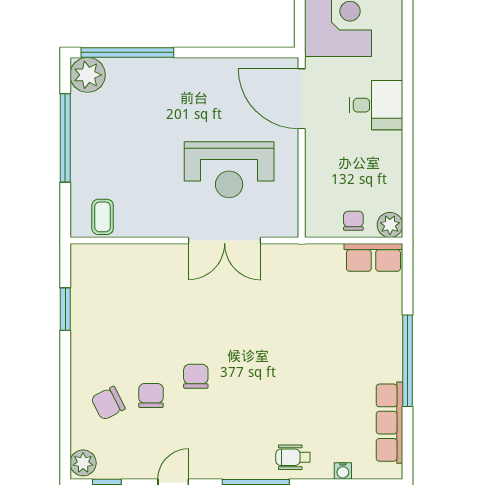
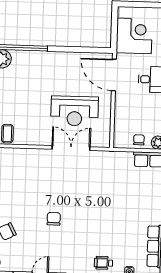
double door: (225, 241) -> (71, 148), swing flipped
chair: (151, 396) -> (30, 228), removed

